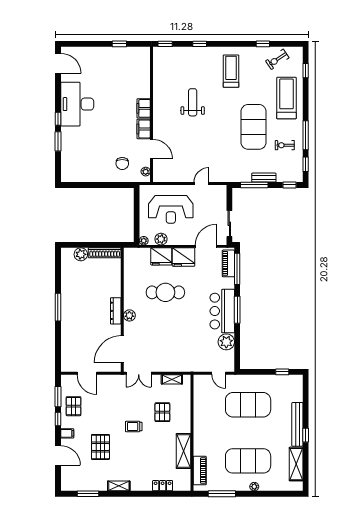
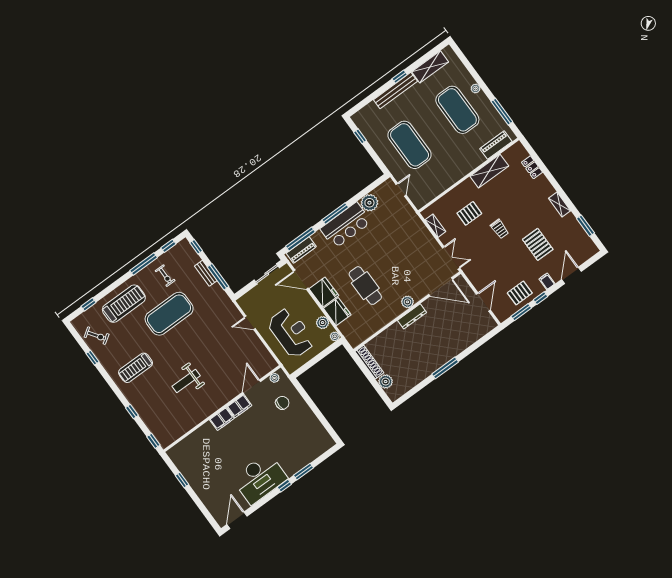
treadmill: (286, 98) -> (124, 304), turned 180
pallet: (100, 447) -> (538, 244), turned 90

